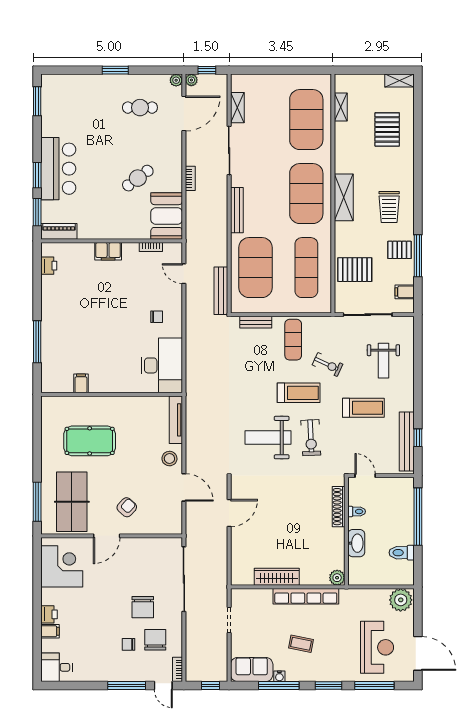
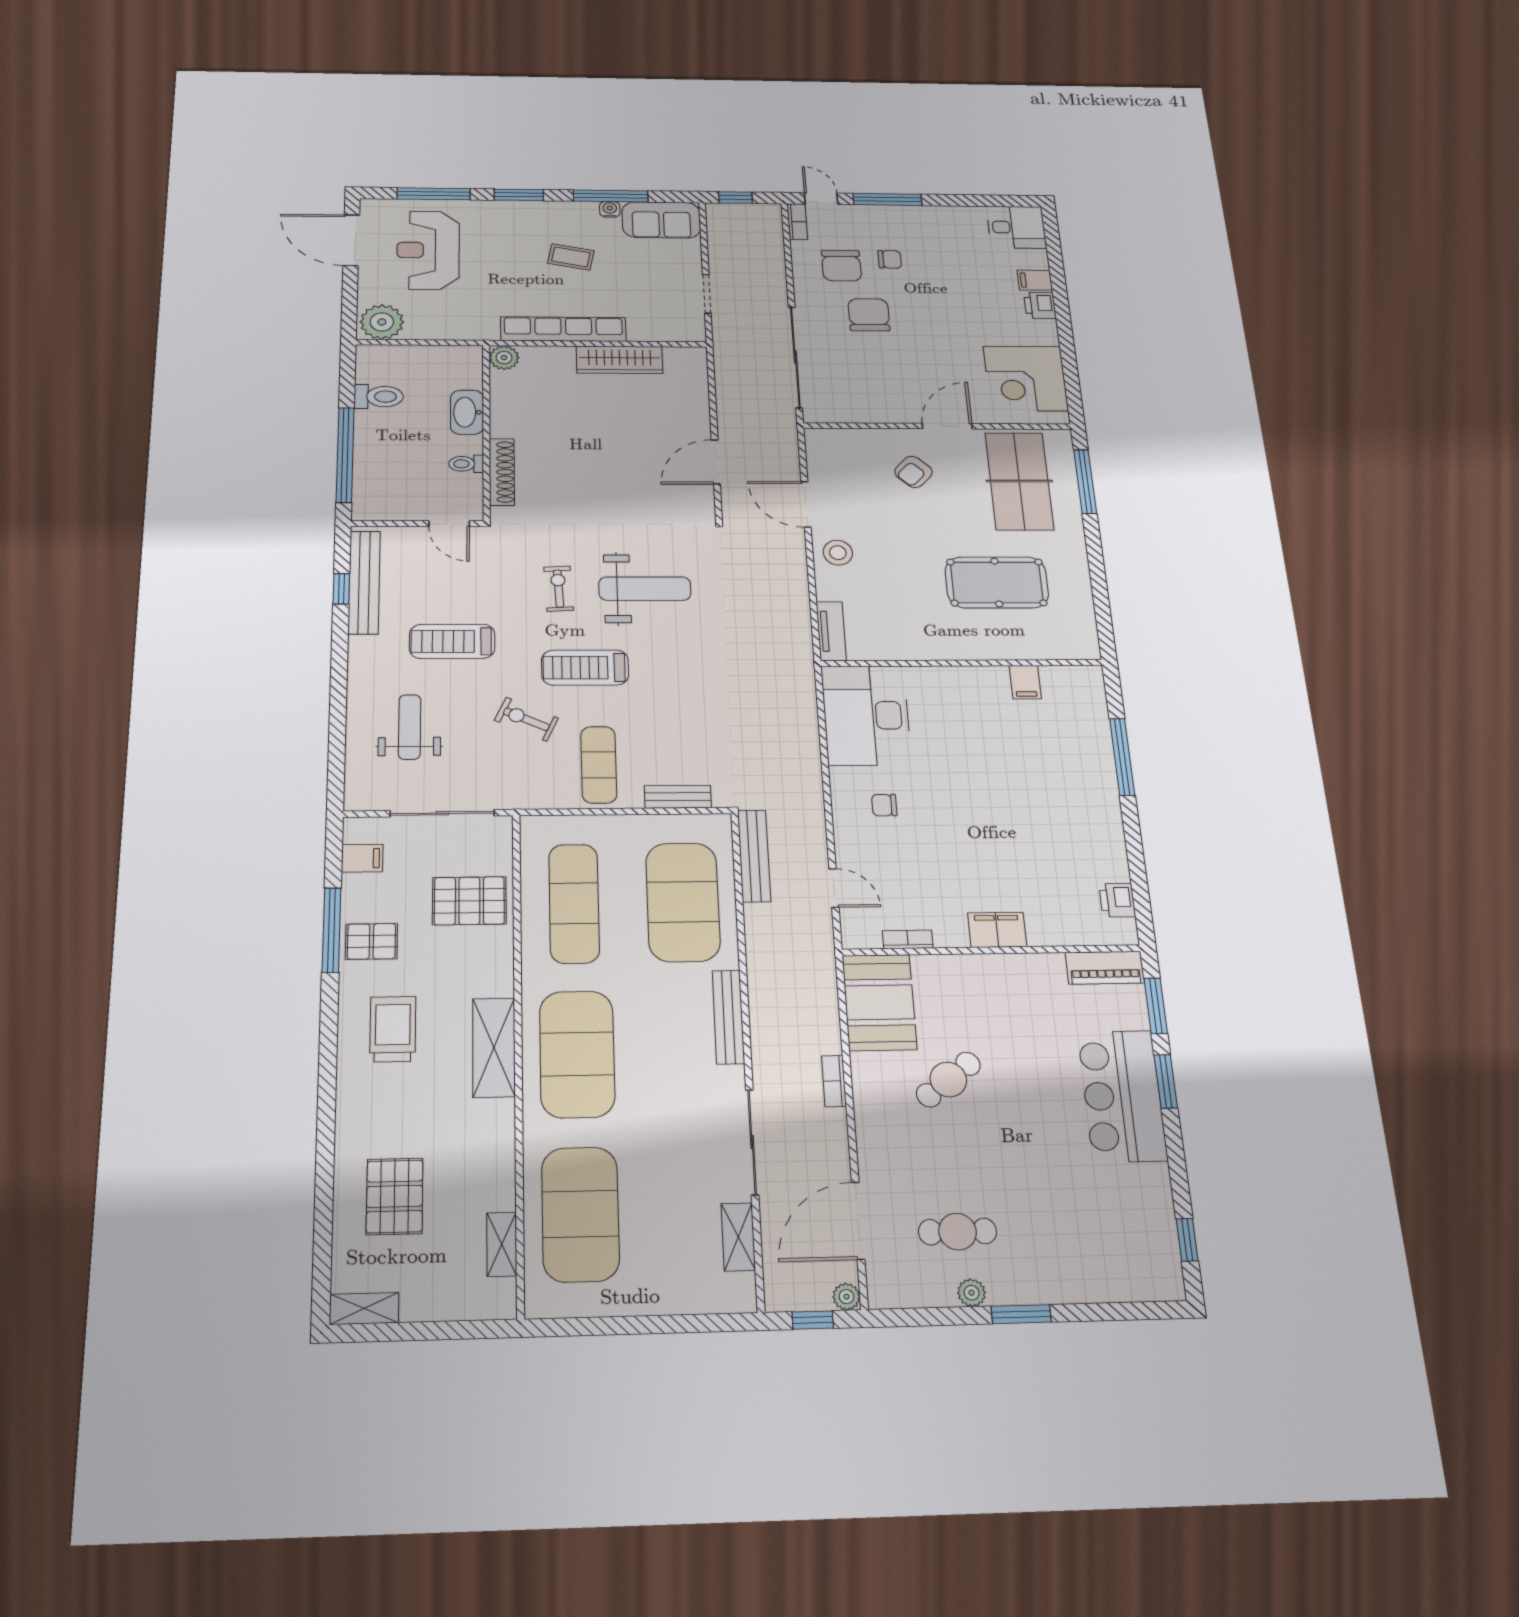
plant: (176, 80) -> (972, 1293), moved
window: (37, 101) -> (1187, 1240), width x0.67
tv unit: (176, 420) -> (831, 631), width x0.71
exercise bike: (311, 438) -> (559, 589), width x0.73, depth x0.72

